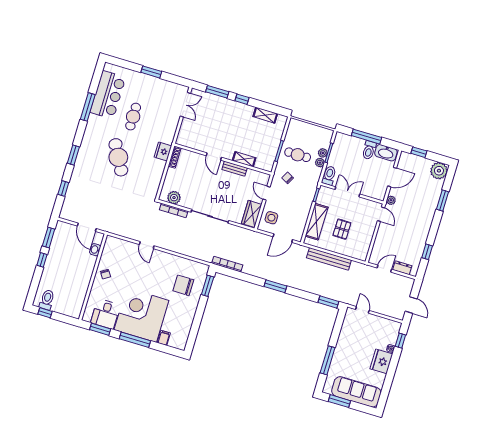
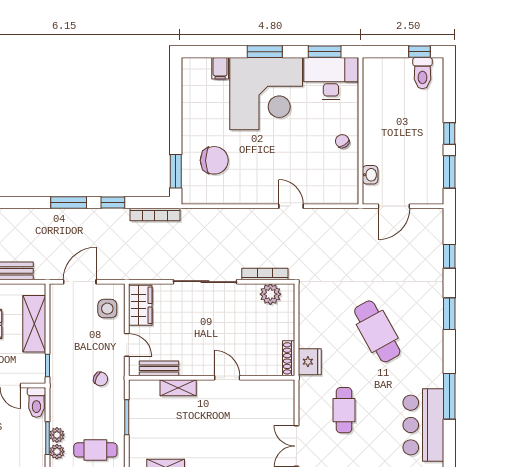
cafe table: (133, 117) -> (344, 410), moved
cafe table: (298, 155) -> (95, 450), moved
plant: (320, 163) -> (57, 452), moved
bench: (235, 169) -> (159, 368), moved
door: (87, 227) -> (394, 206), swing flipped
window: (250, 278) -> (113, 202), added
desk: (105, 314) -> (331, 78), width x1.37
window: (135, 340) -> (265, 52), width x0.69

